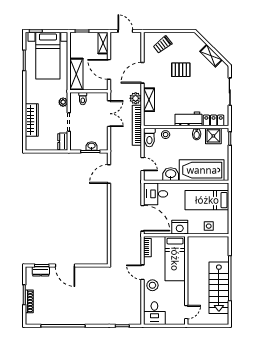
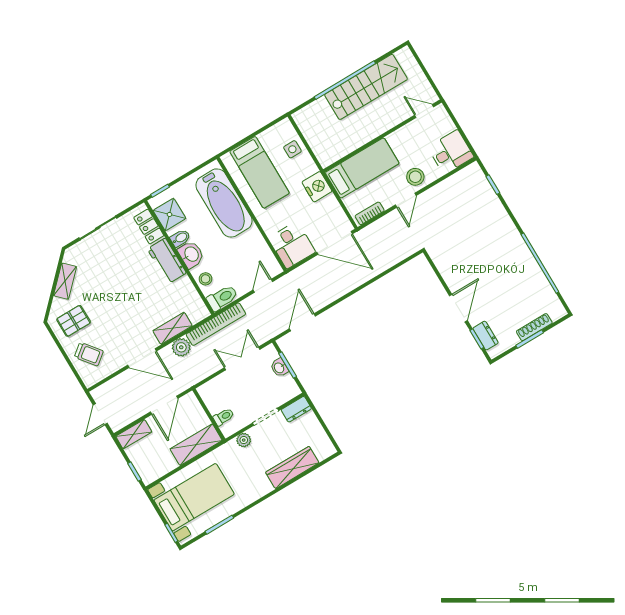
pallet: (181, 70) -> (74, 321), moved, turned 90
double door: (109, 114) -> (242, 358), moved
door: (109, 174) -> (302, 322), swing flipped
washbasin: (171, 174) -> (191, 254), moved, turned 180
door: (143, 218) -> (334, 243), swing flipped

